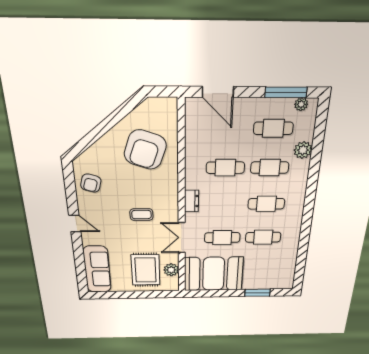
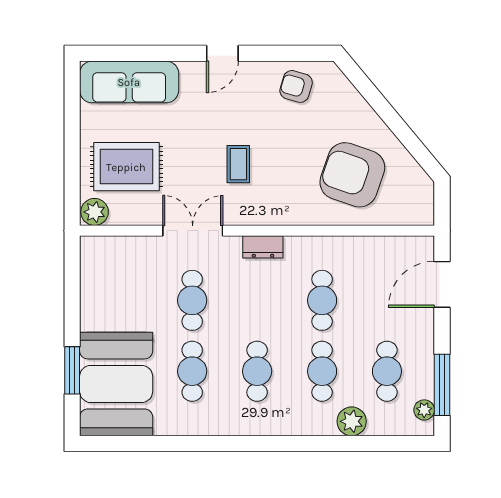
plant: (171, 270) -> (95, 212), moved
booth: (214, 274) -> (116, 384), moved

